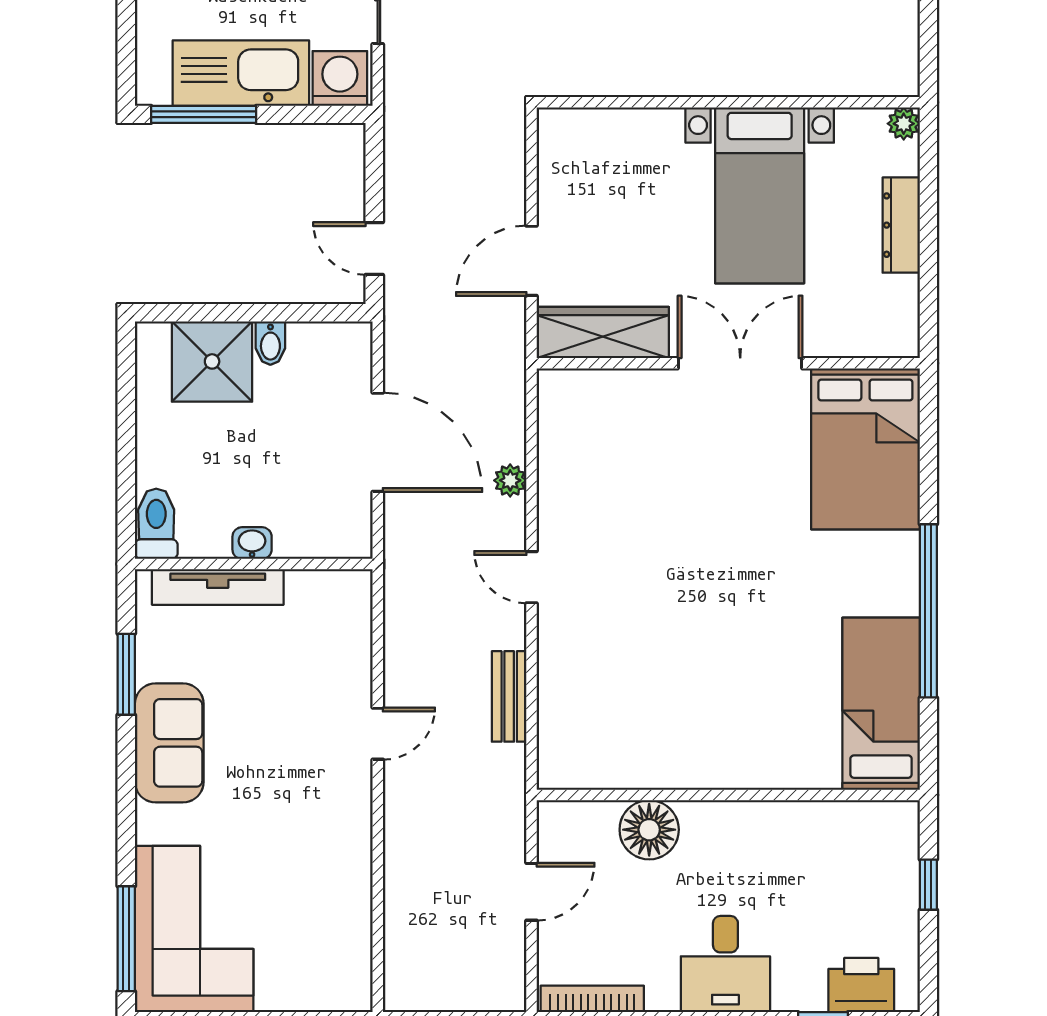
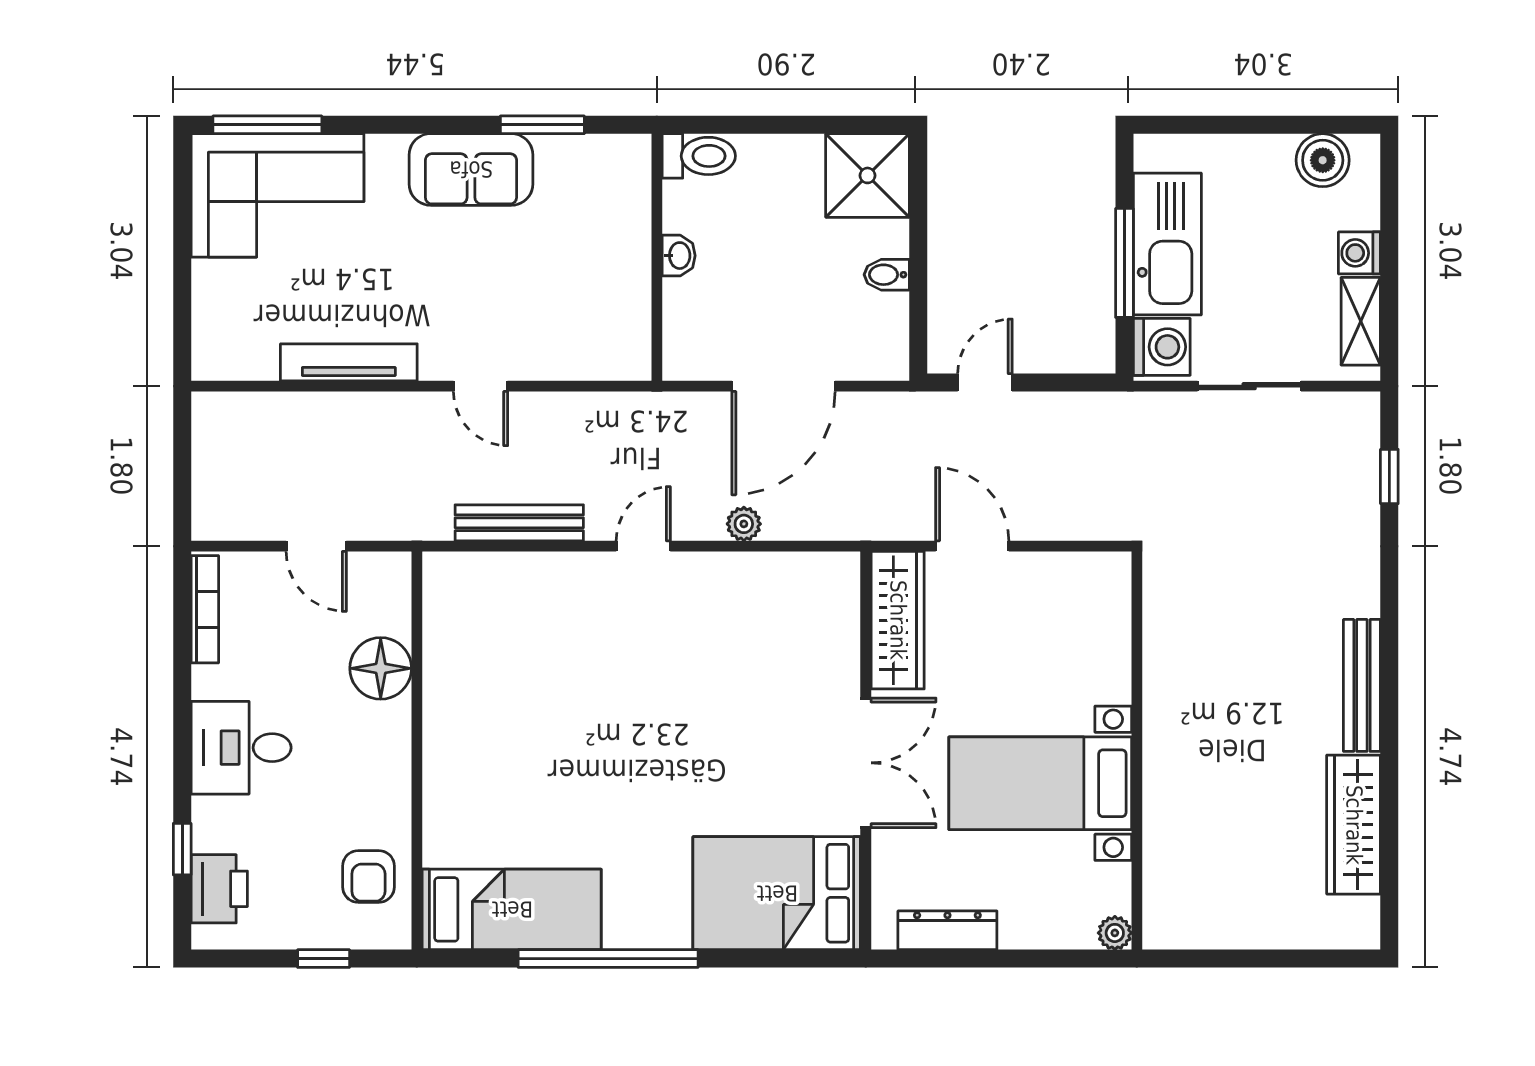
window: (204, 114) -> (1124, 263), moved
dresser: (901, 225) -> (947, 930), moved
shower: (212, 361) -> (868, 175), moved
tv unit: (218, 587) -> (349, 362), moved, turned 90
bench: (509, 696) -> (519, 523), width x1.36
armchair: (849, 842) -> (368, 876), added

